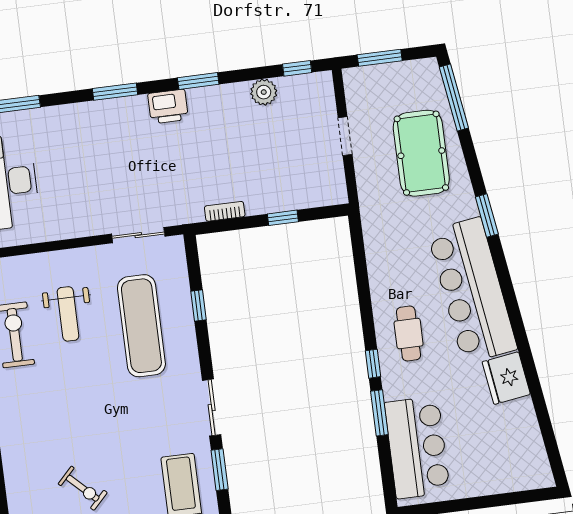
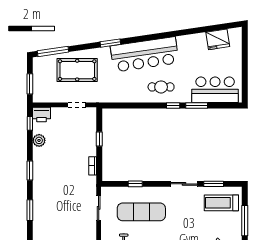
printer: (168, 106) -> (42, 114), moved, turned 90
doorway: (345, 136) -> (77, 105), moved
fridge: (506, 378) -> (218, 39), moved

